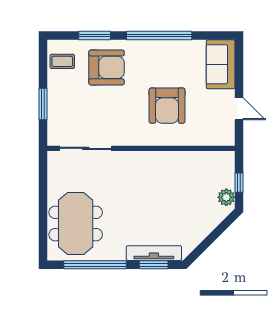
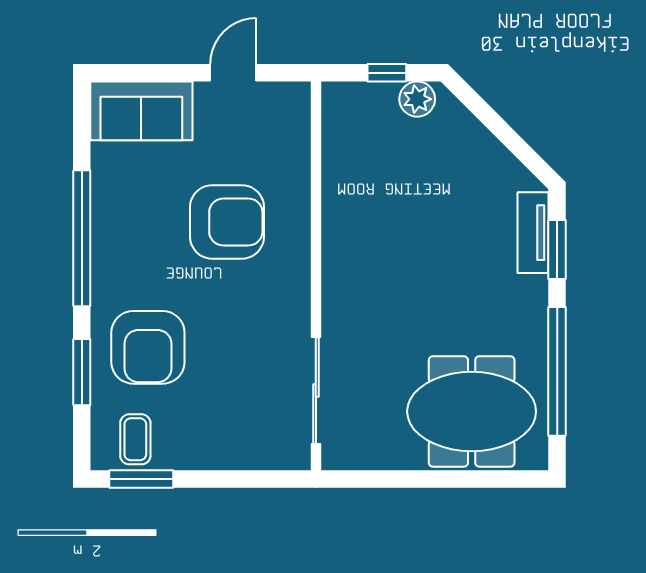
armchair: (107, 67) -> (148, 347), turned 180
window: (43, 104) -> (141, 479), moved
tv unit: (154, 253) -> (533, 233), width x0.71

